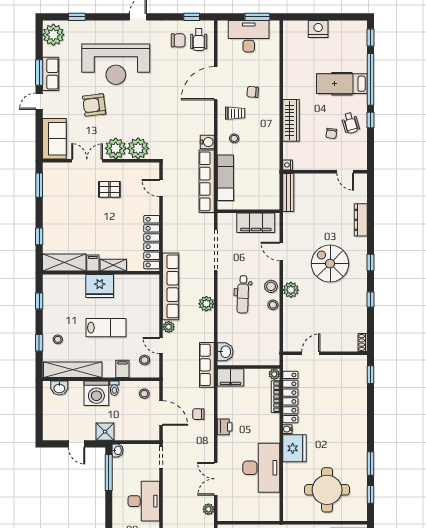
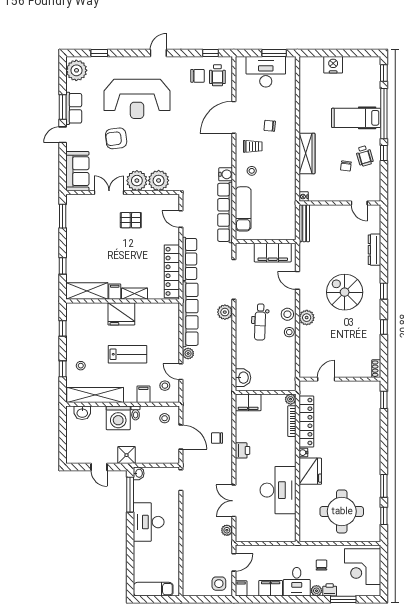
plant: (206, 304) -> (225, 312), moved
row of seats: (207, 365) -> (190, 259), moved, turned 180
desk: (144, 501) -> (149, 522), moved, turned 180

